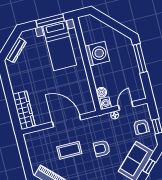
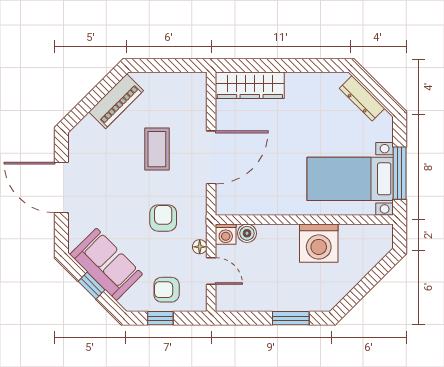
window: (140, 58) -> (291, 318), width x0.69
armchair: (102, 148) -> (163, 218), moved

